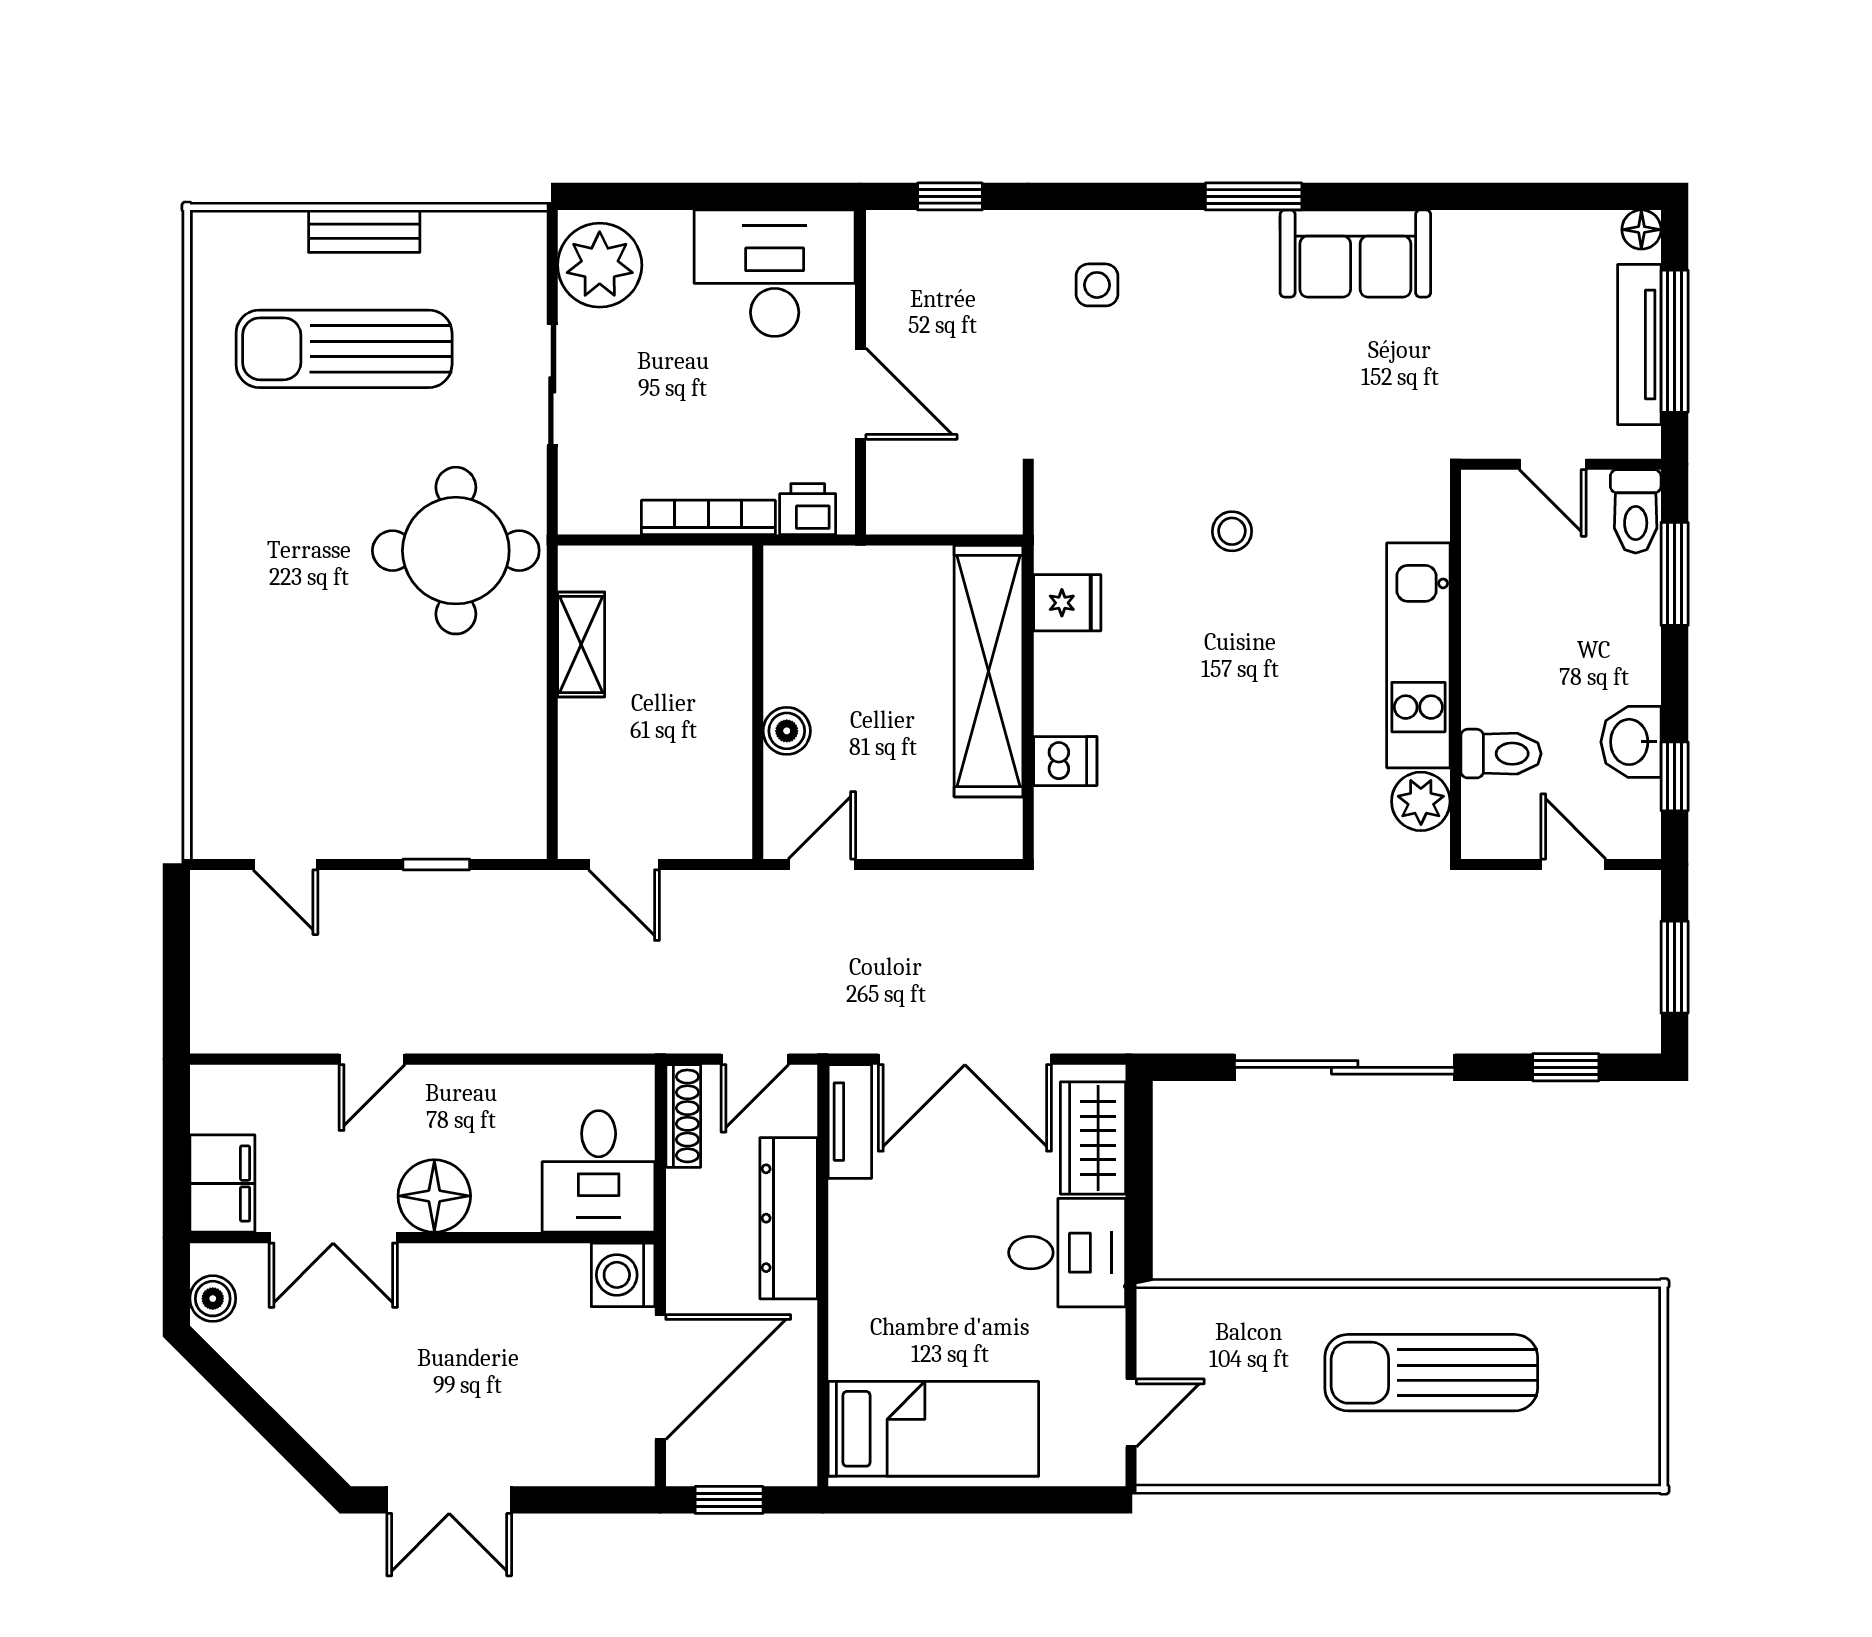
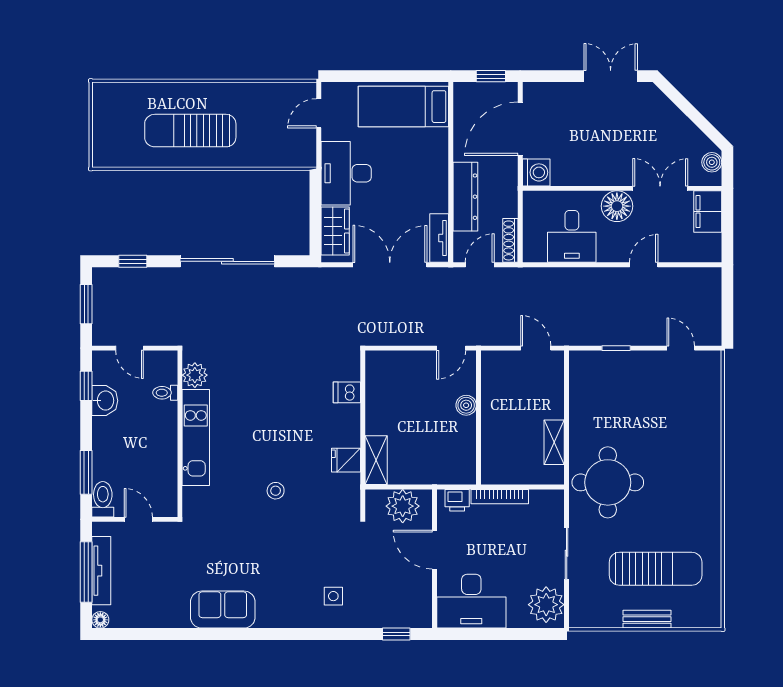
window: (1254, 196) -> (266, 634), removed
plant: (935, 495) -> (403, 506), added
shelving: (988, 671) -> (376, 460), width x0.45, depth x0.75
toilet: (1501, 754) -> (165, 393), width x0.73, depth x0.72
desk: (599, 1171) -> (572, 236), moved, turned 180
desk: (1067, 1253) -> (346, 173), width x1.37
sun lounger: (1431, 1373) -> (190, 131), turned 180

